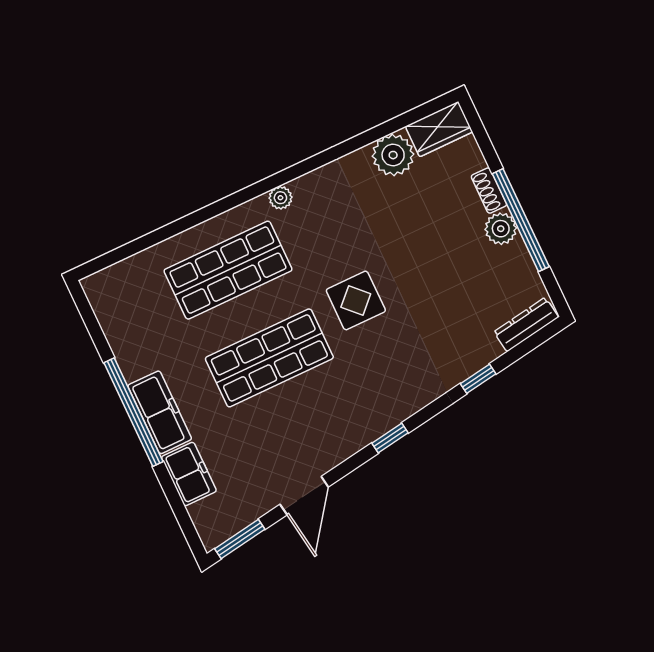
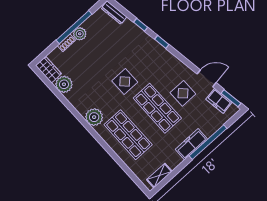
plant: (280, 198) -> (94, 117), width x1.88, depth x1.88
shelving: (109, 314) -> (159, 176), added
window: (133, 412) -> (208, 142), moved
display table: (286, 429) -> (183, 93), added
window: (390, 438) -> (162, 42), moved
freezer: (189, 474) -> (219, 101), moved, turned -99

